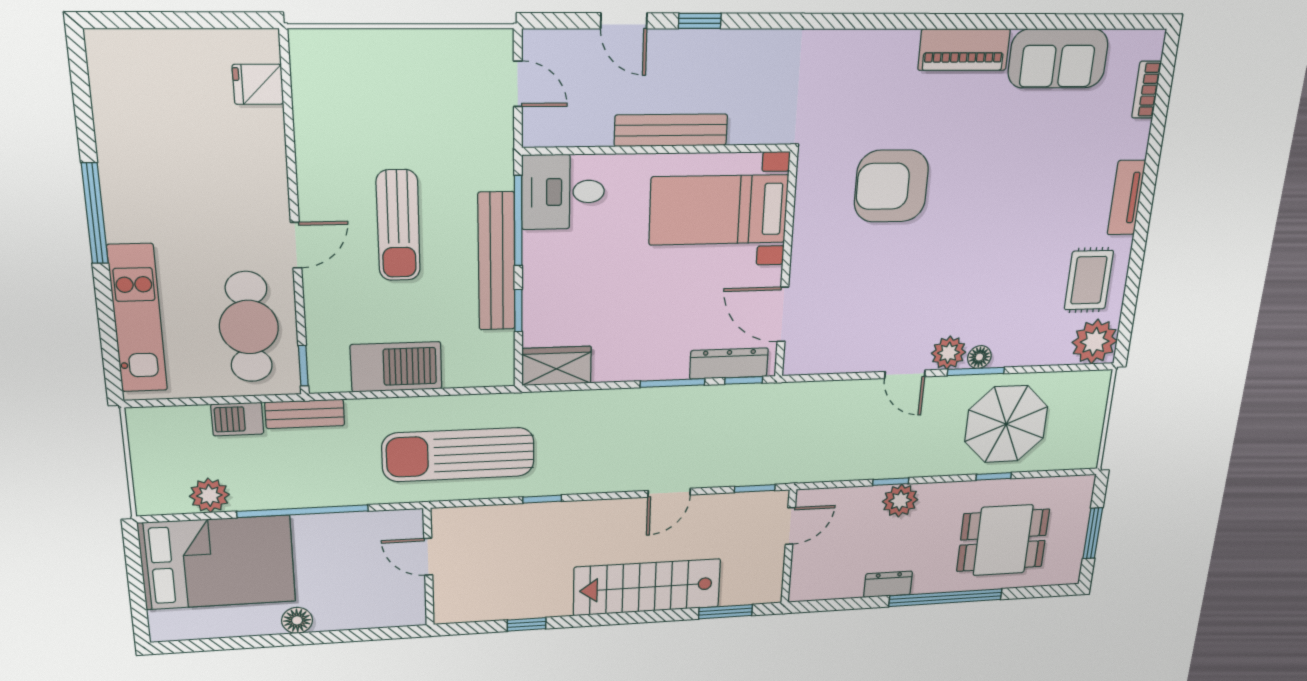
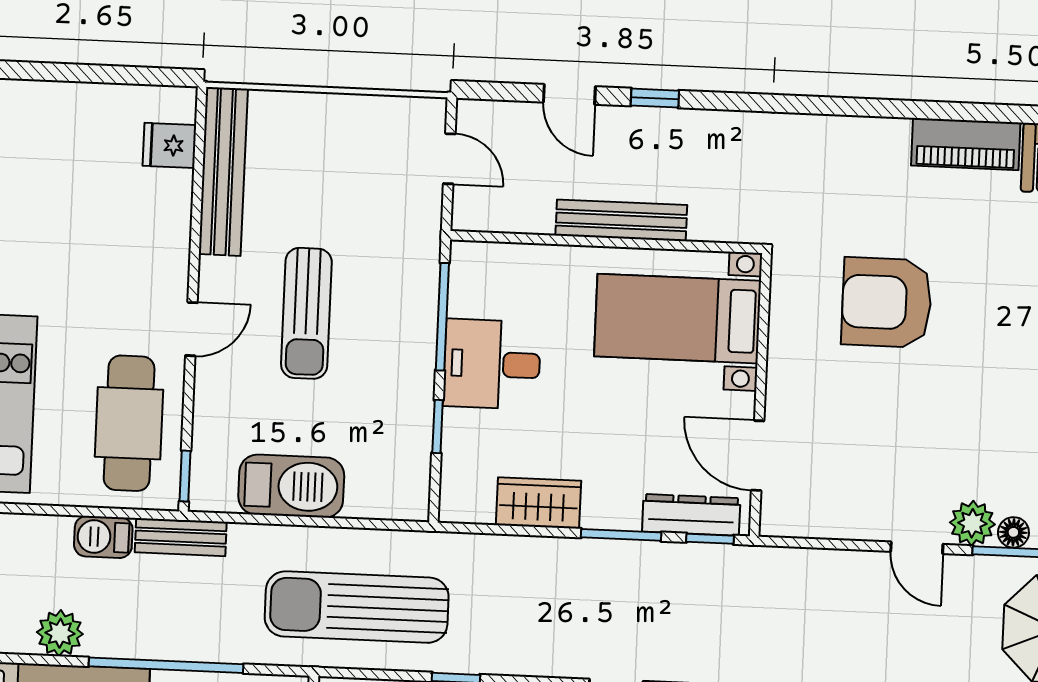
desk: (563, 192) -> (492, 364), moved
bench: (497, 262) -> (223, 171), moved
wardrobe: (557, 366) -> (538, 503), moved

